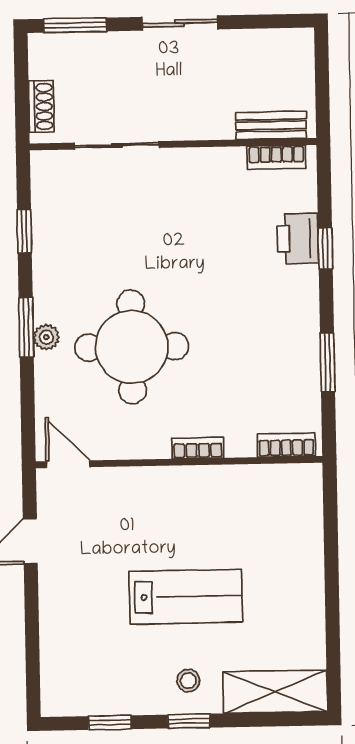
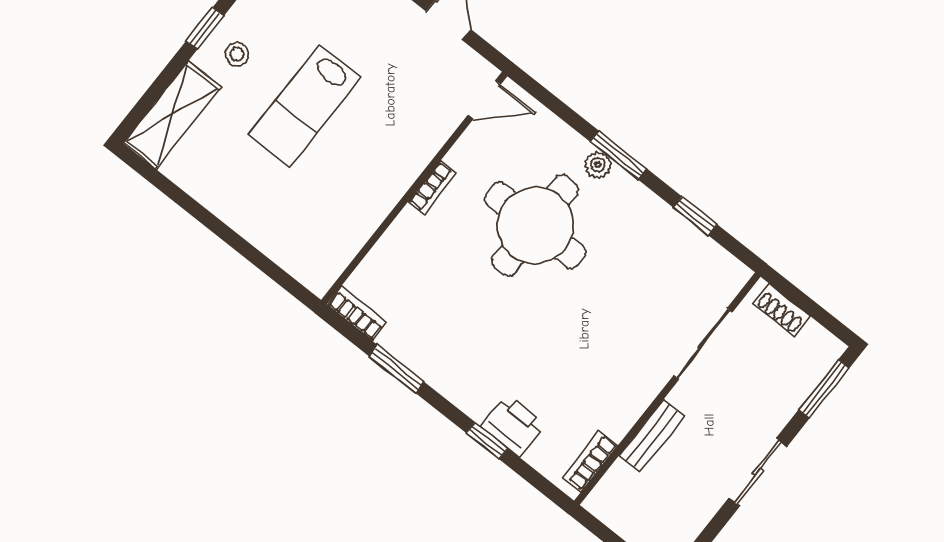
bench: (271, 125) -> (652, 436), moved
bookcase: (286, 445) -> (357, 313), moved, turned -90
bookcase: (198, 448) -> (432, 188), moved

